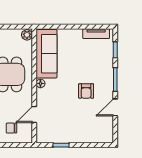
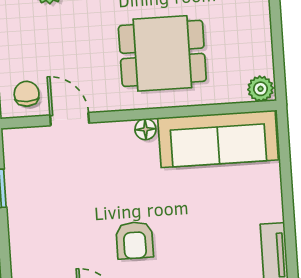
armchair: (86, 91) -> (135, 240), turned -90
chair: (11, 128) -> (27, 94), moved

